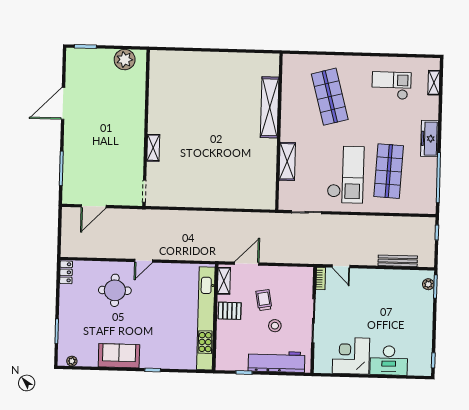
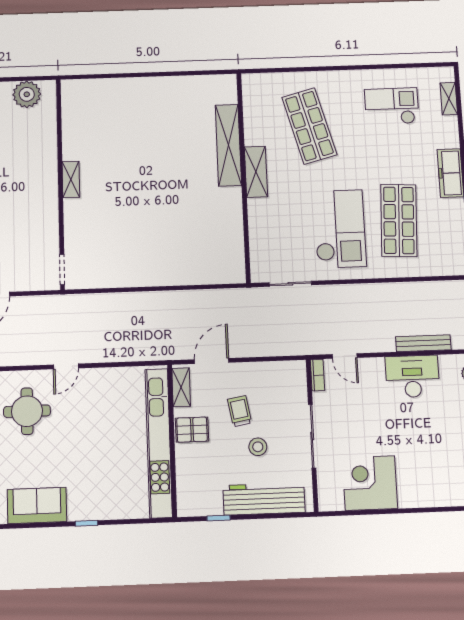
shelving: (153, 148) -> (71, 179), moved
shelving: (287, 161) -> (256, 172), moved
desk: (389, 360) -> (412, 376), moved, turned 180

